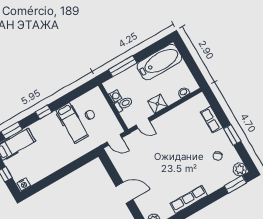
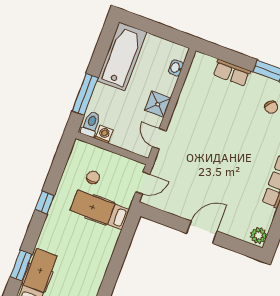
toilet: (124, 104) -> (91, 124), moved
window: (44, 112) -> (45, 203), moved
hospital bed: (72, 123) -> (100, 210), moved, turned 180
door: (143, 123) -> (159, 139), swing flipped

